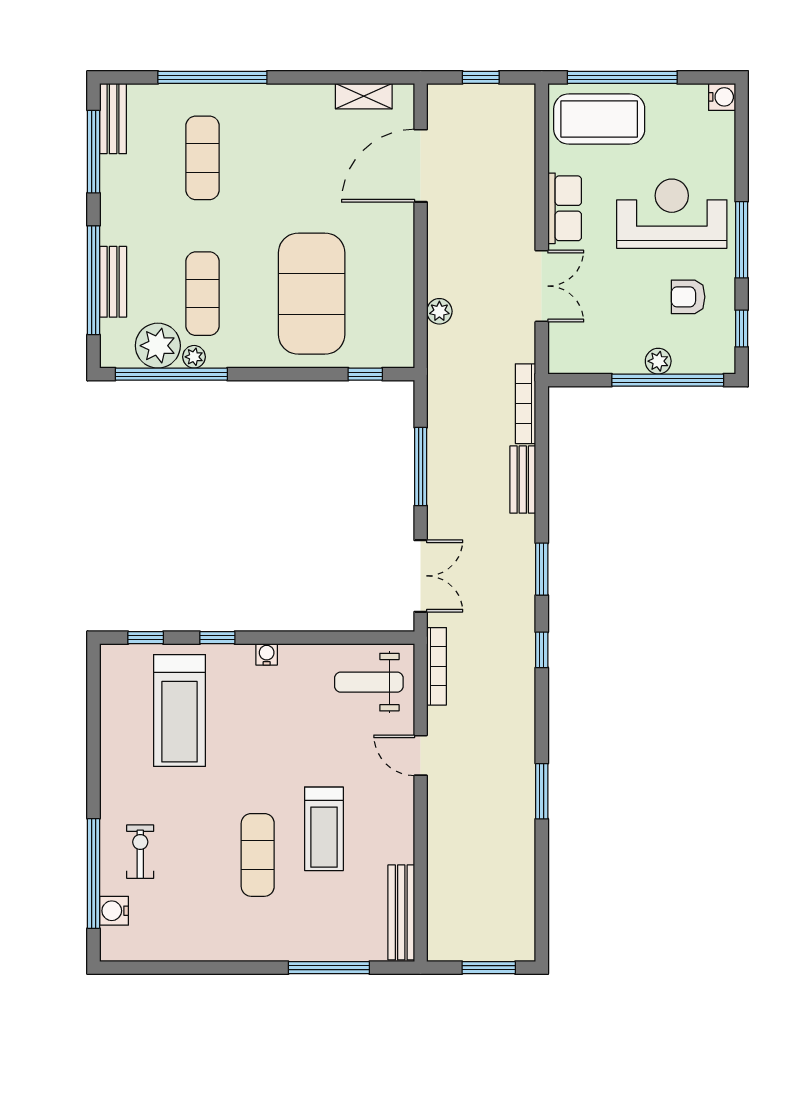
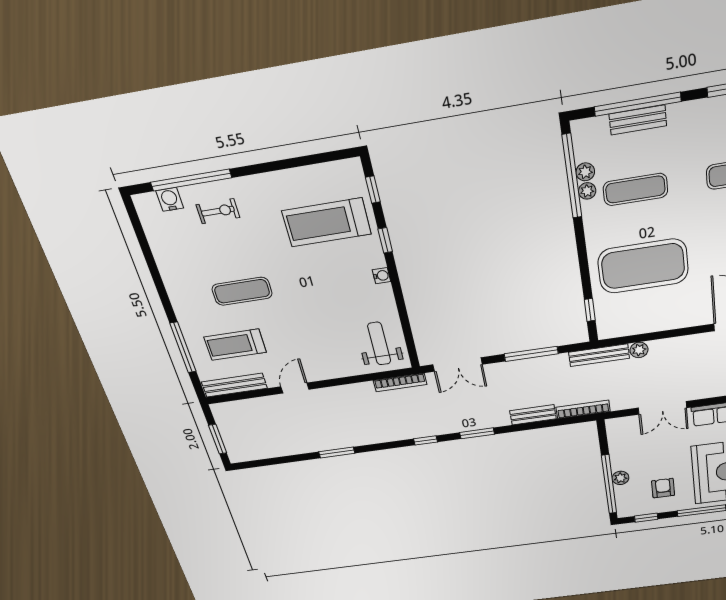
plant: (158, 346) -> (585, 172), width x0.53, depth x0.53
bench: (439, 370) -> (599, 355), added
door: (421, 755) -> (295, 388), moved
treadmill: (324, 829) -> (235, 345), moved

